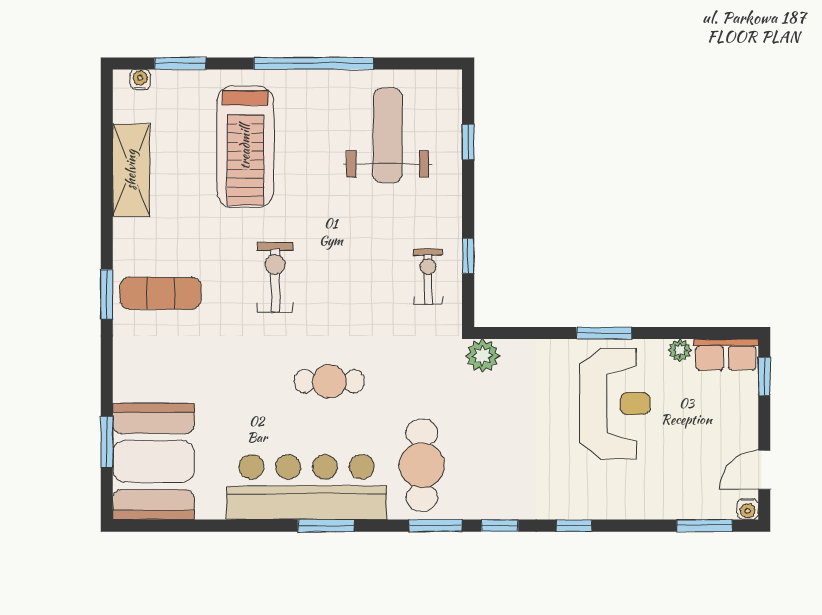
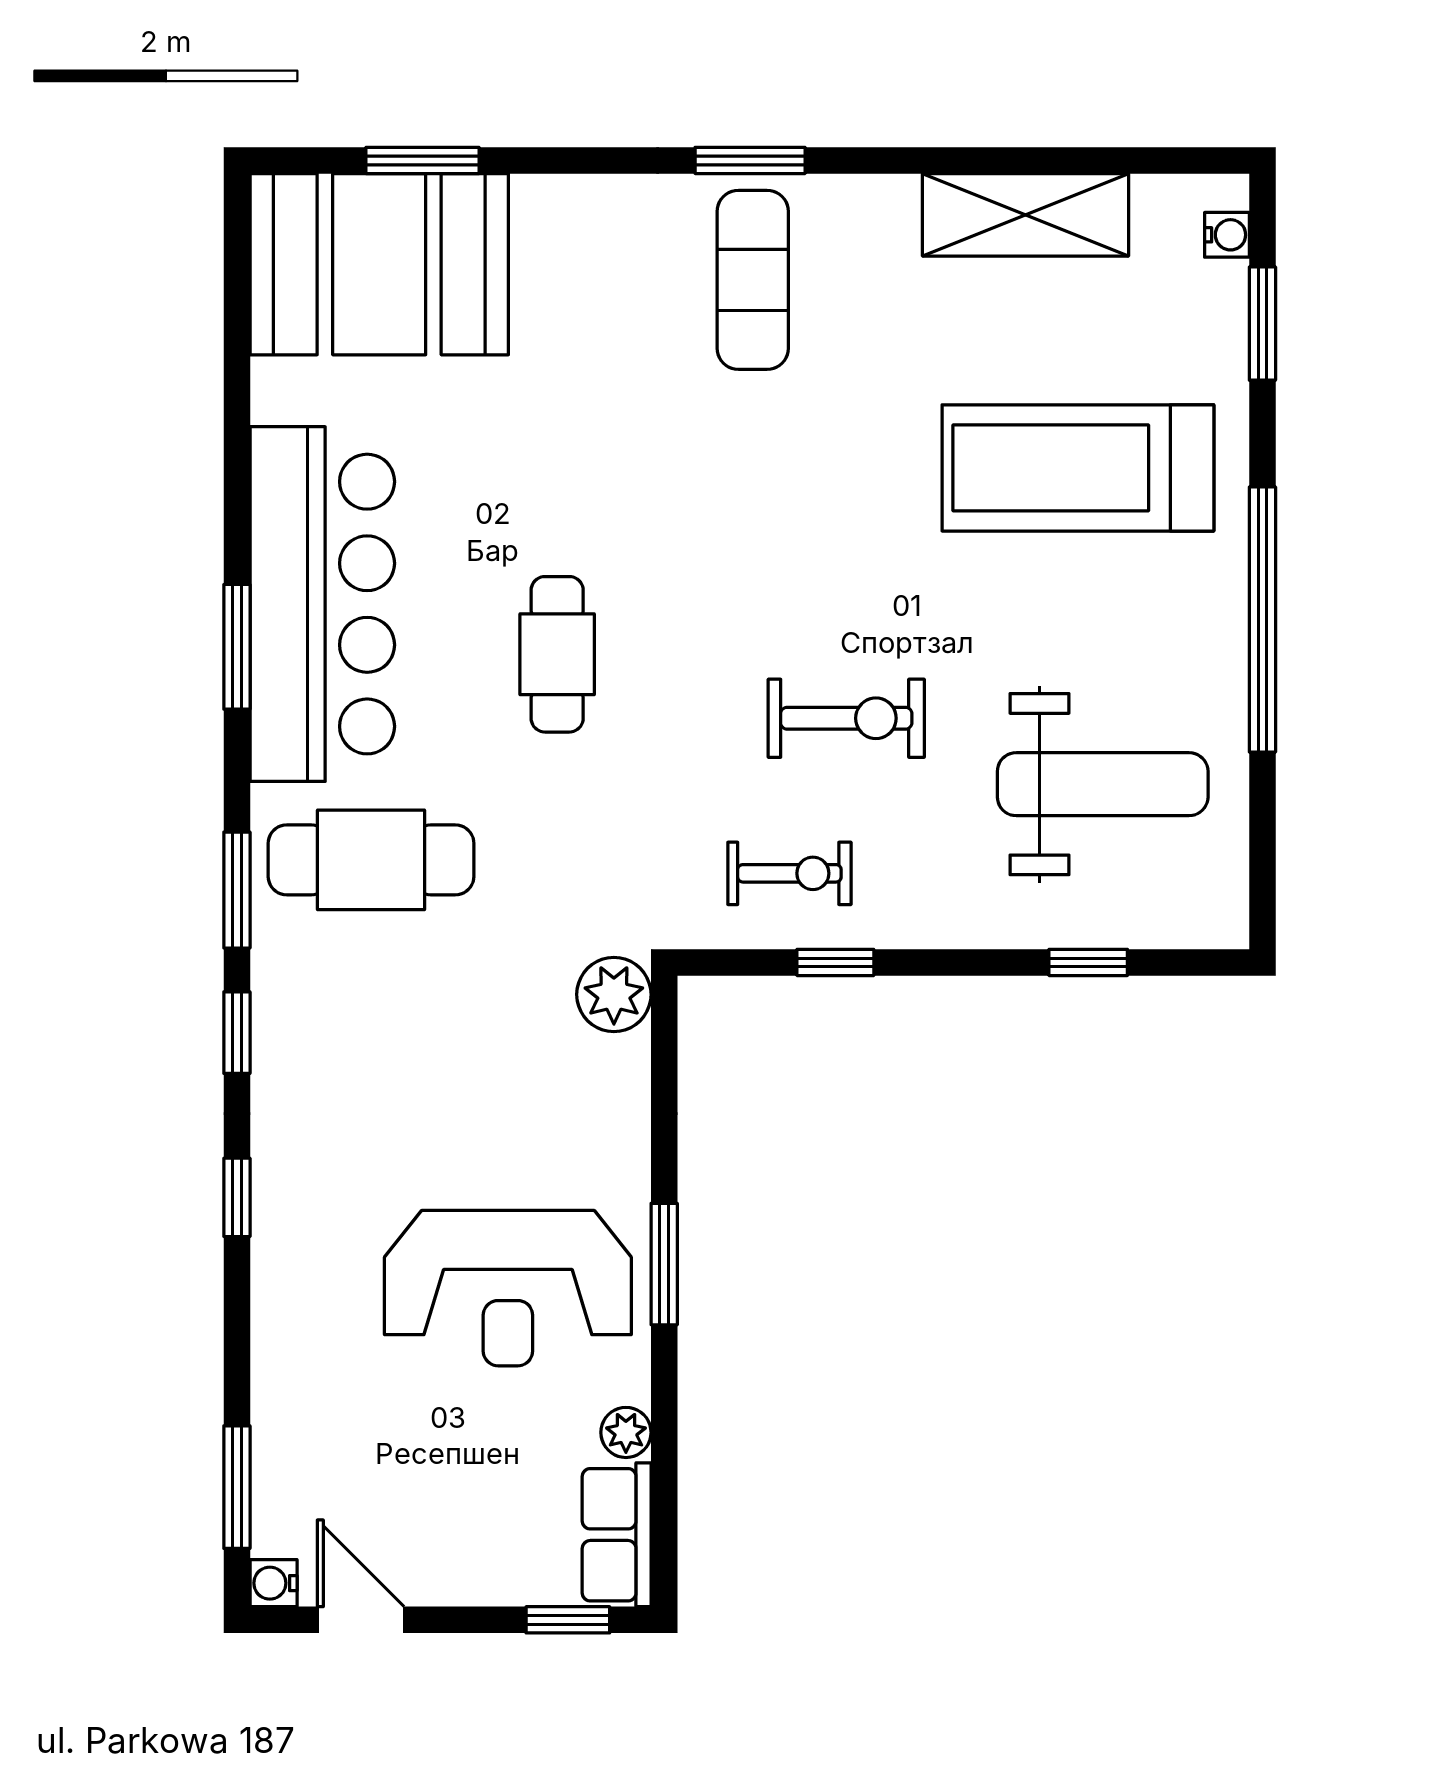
exercise bike: (275, 277) -> (846, 718), moved

